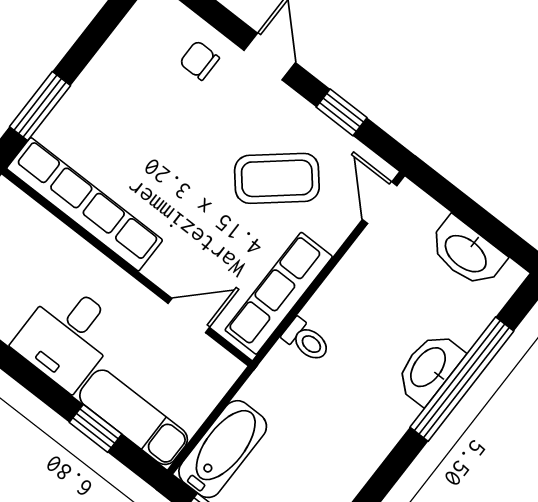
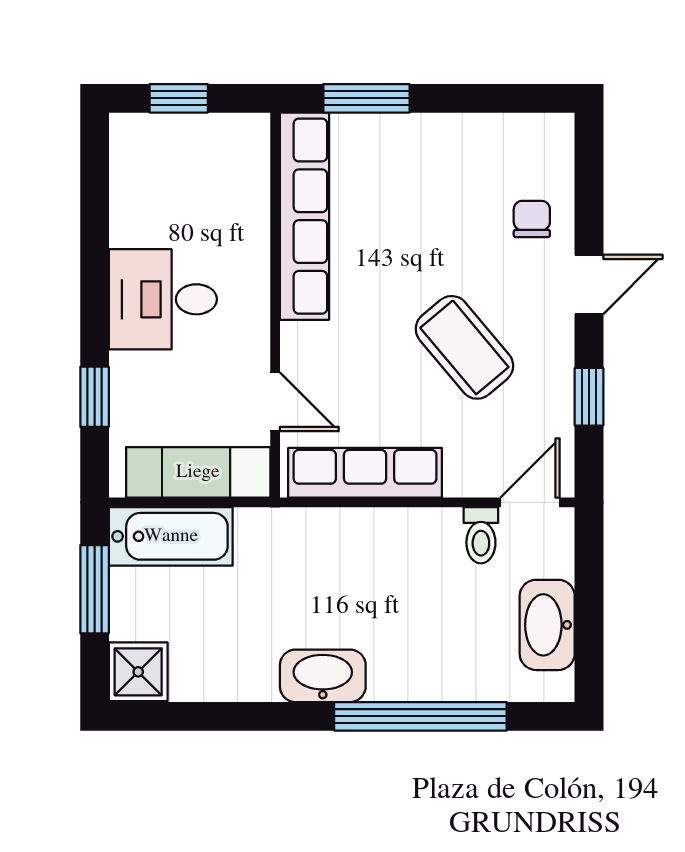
coffee table: (277, 178) -> (464, 347), moved
toilet: (306, 340) -> (481, 535), moved
washbasin: (429, 368) -> (323, 676), moved
exam couch: (134, 417) -> (198, 472), moved, turned -90

